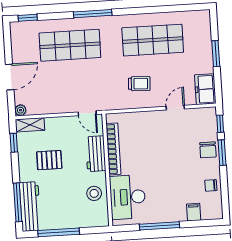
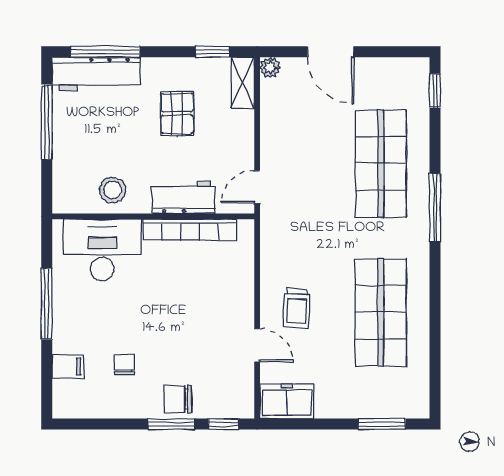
window: (216, 54) -> (382, 424), moved
trolley: (139, 84) -> (297, 308), moved
chair: (211, 185) -> (124, 365), moved

